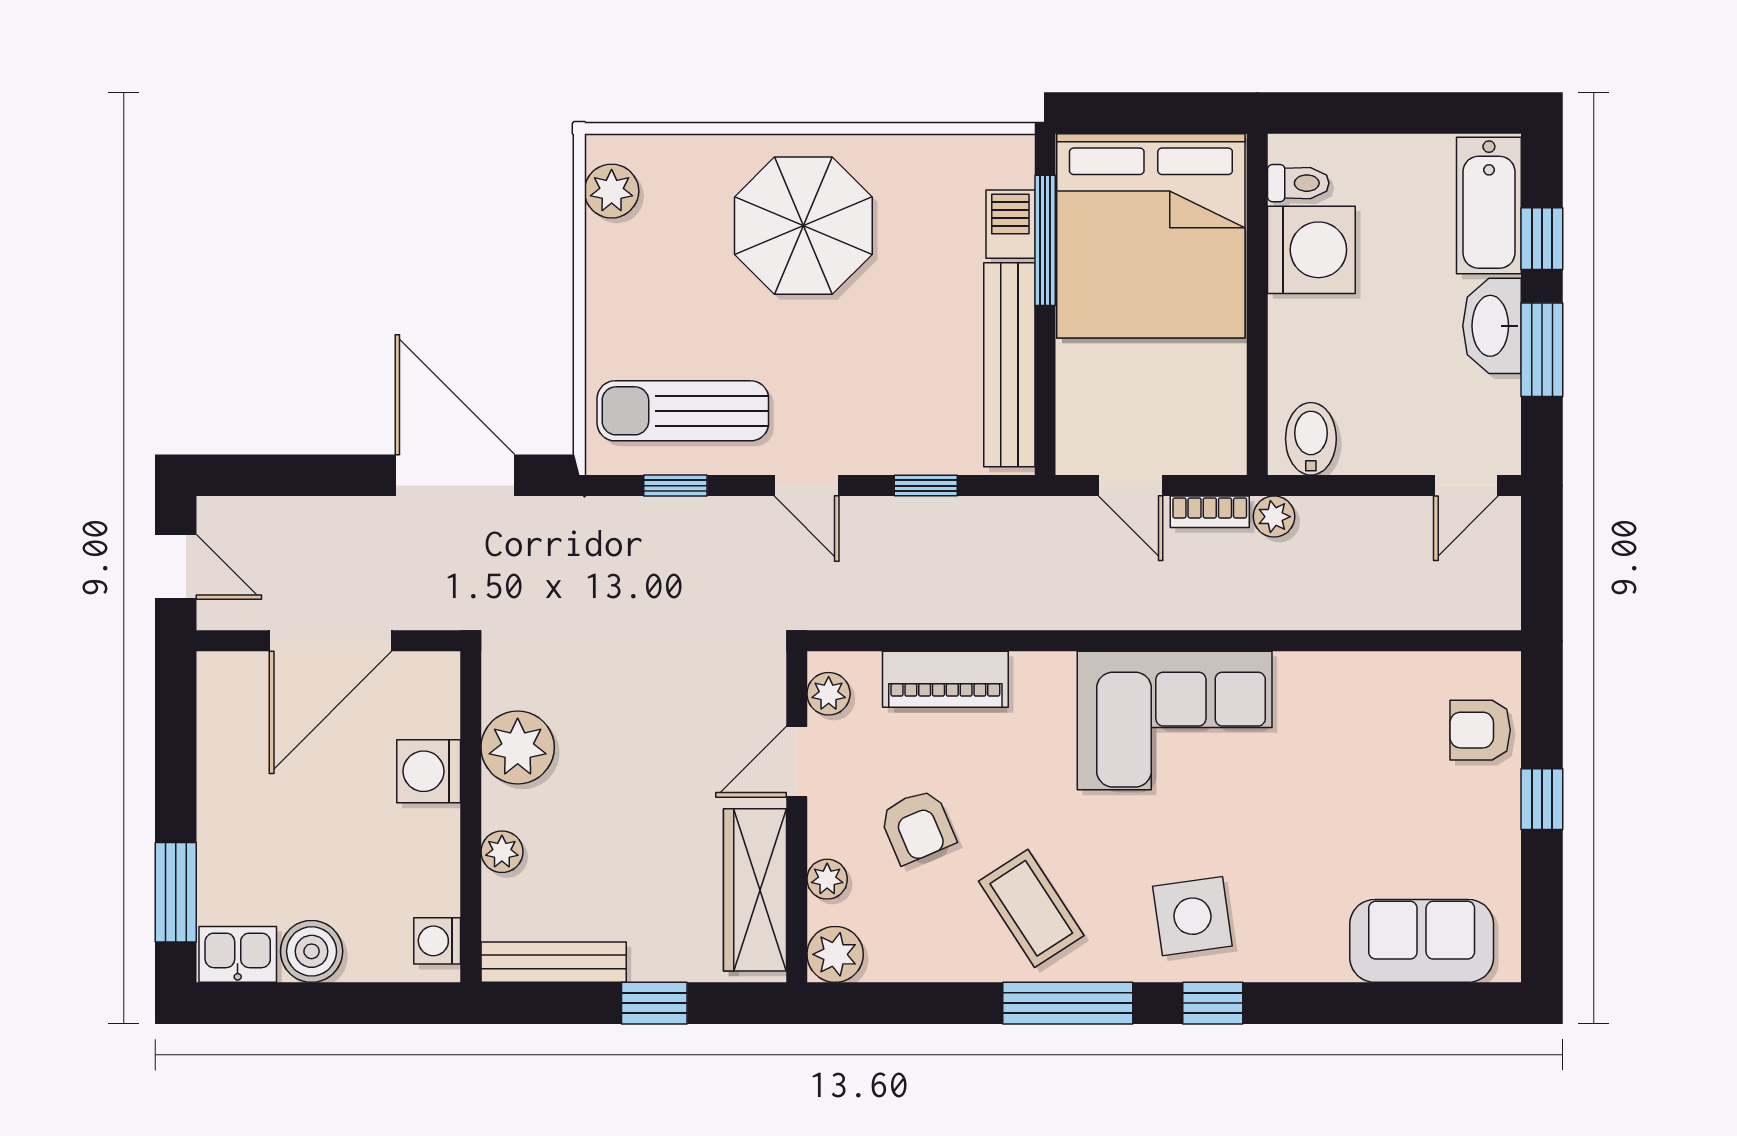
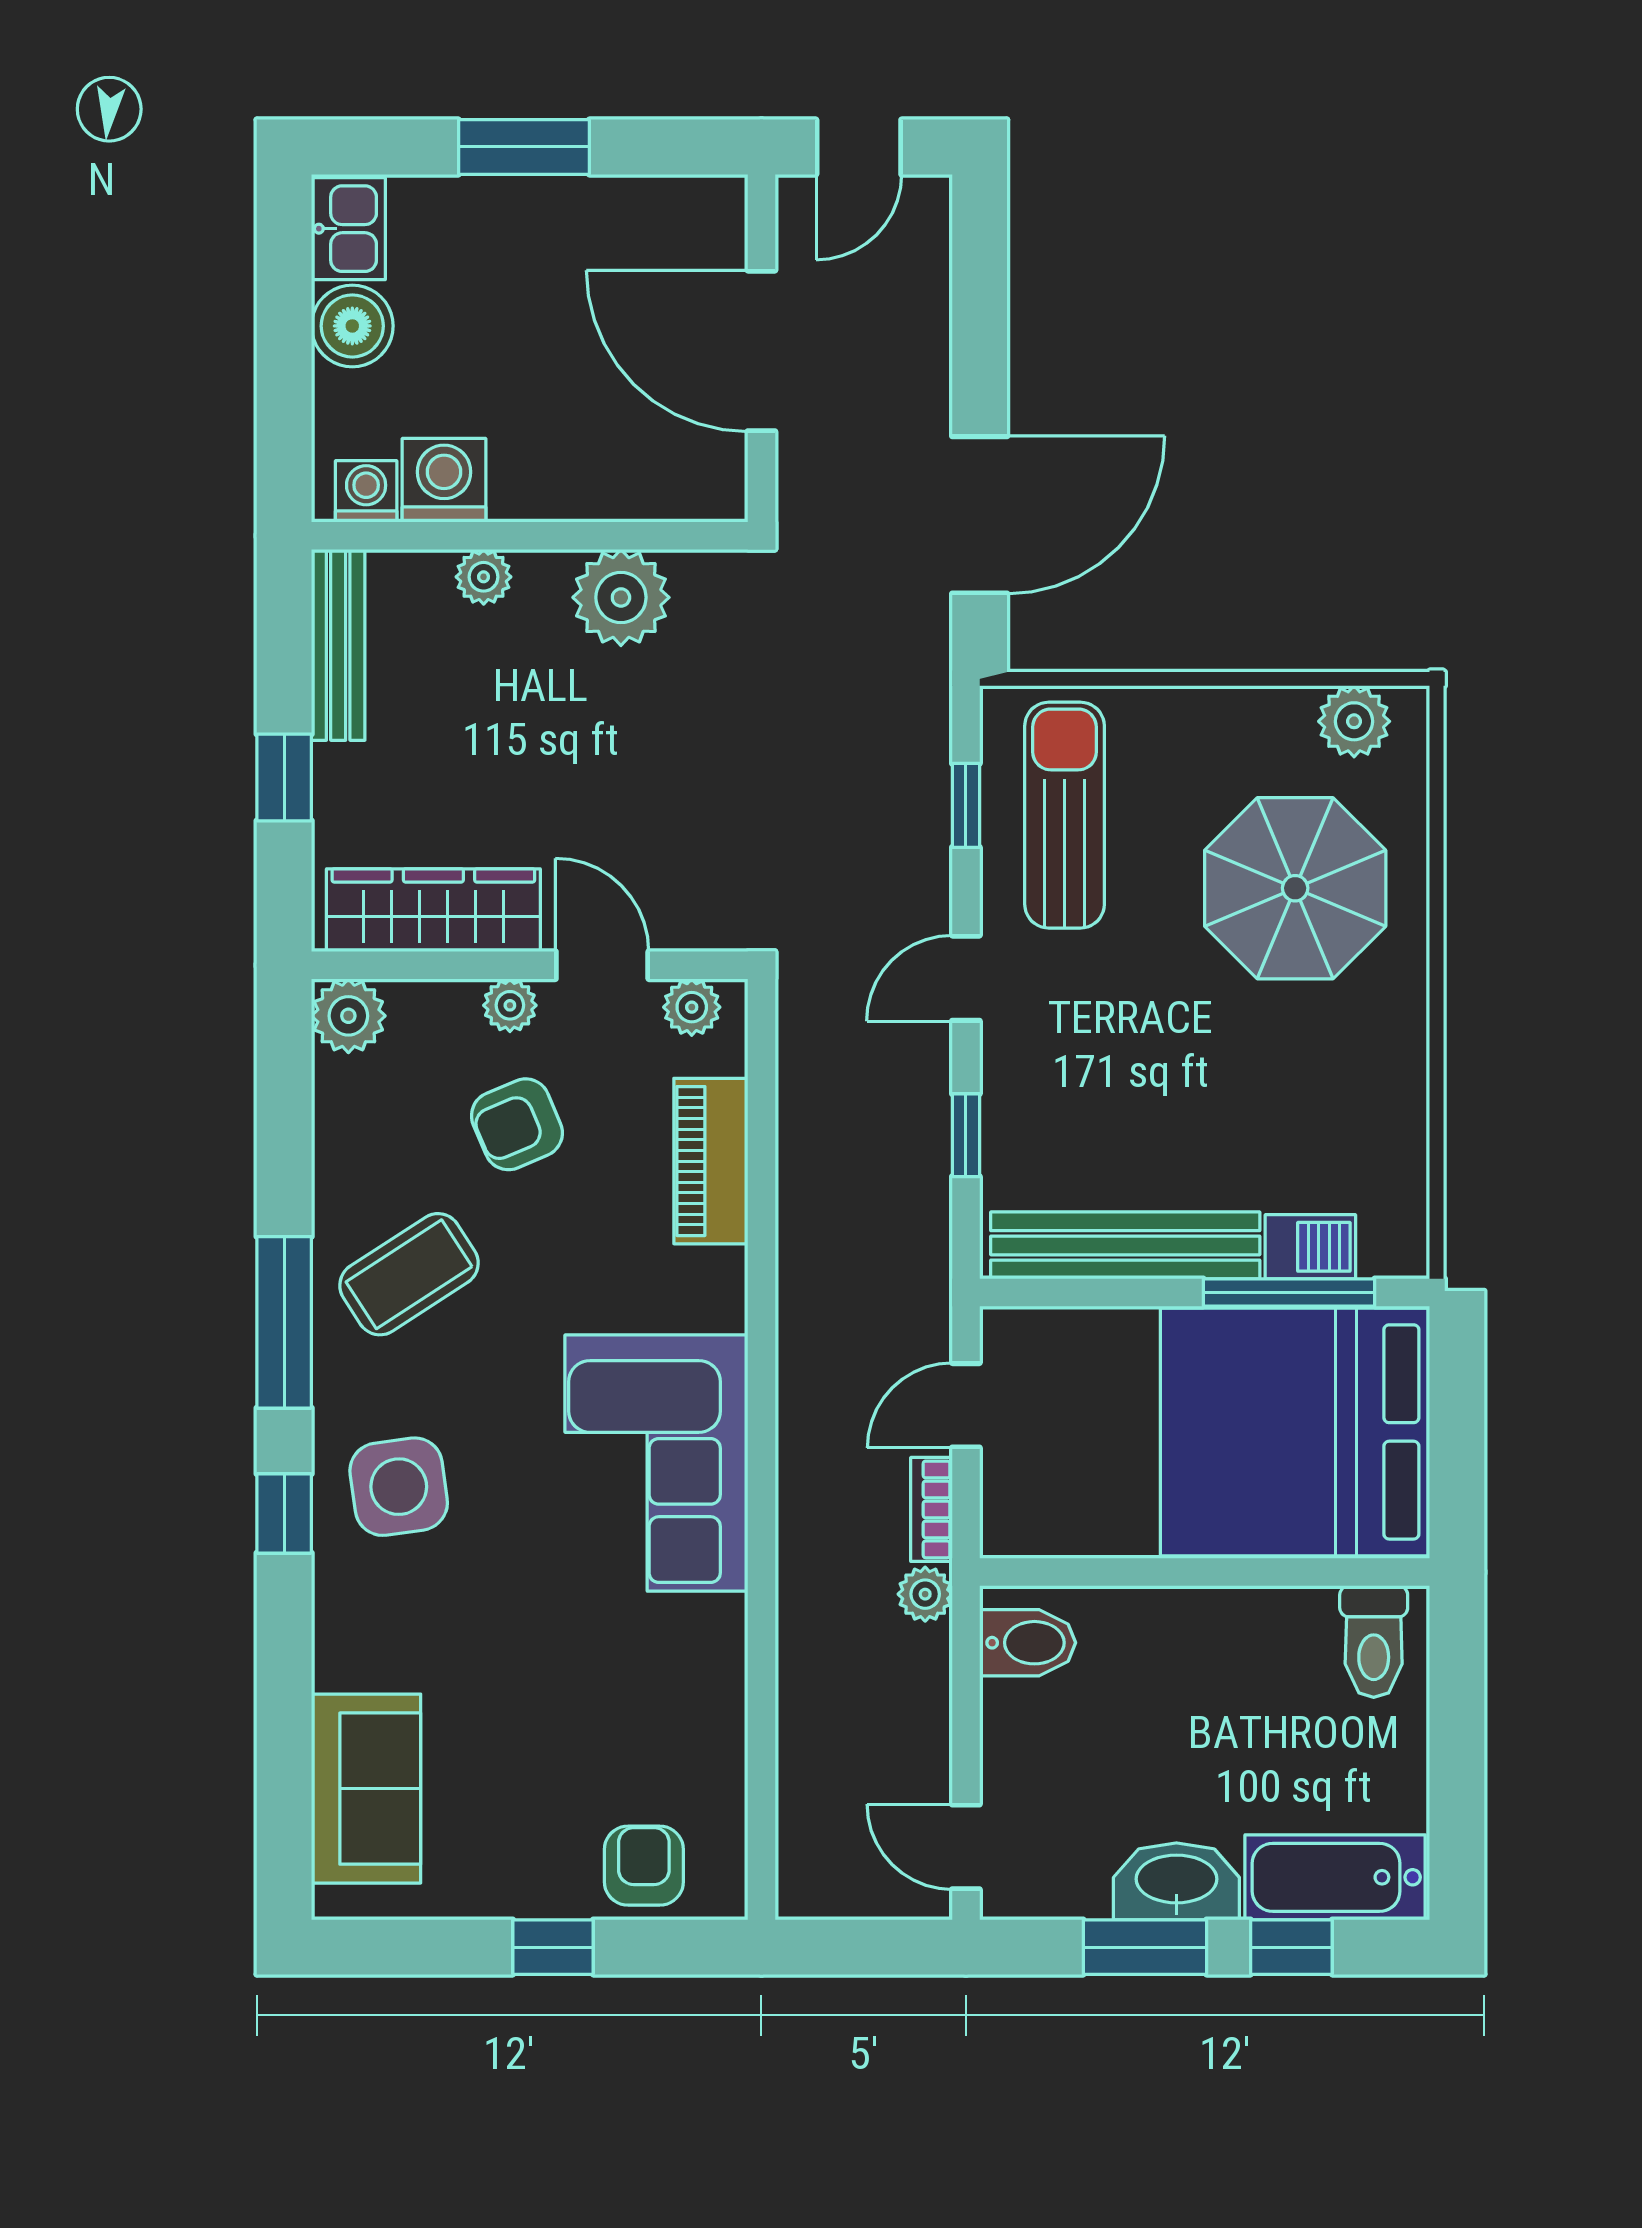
toilet: (1298, 183) -> (1374, 1642), width x1.37, depth x1.39
parasol: (803, 226) -> (1295, 888), moved
washing machine: (1311, 250) -> (1277, 1643), removed
washing machine: (429, 771) -> (444, 480), moved
plant: (827, 879) -> (510, 1005), moved
window: (176, 892) -> (524, 147), moved

